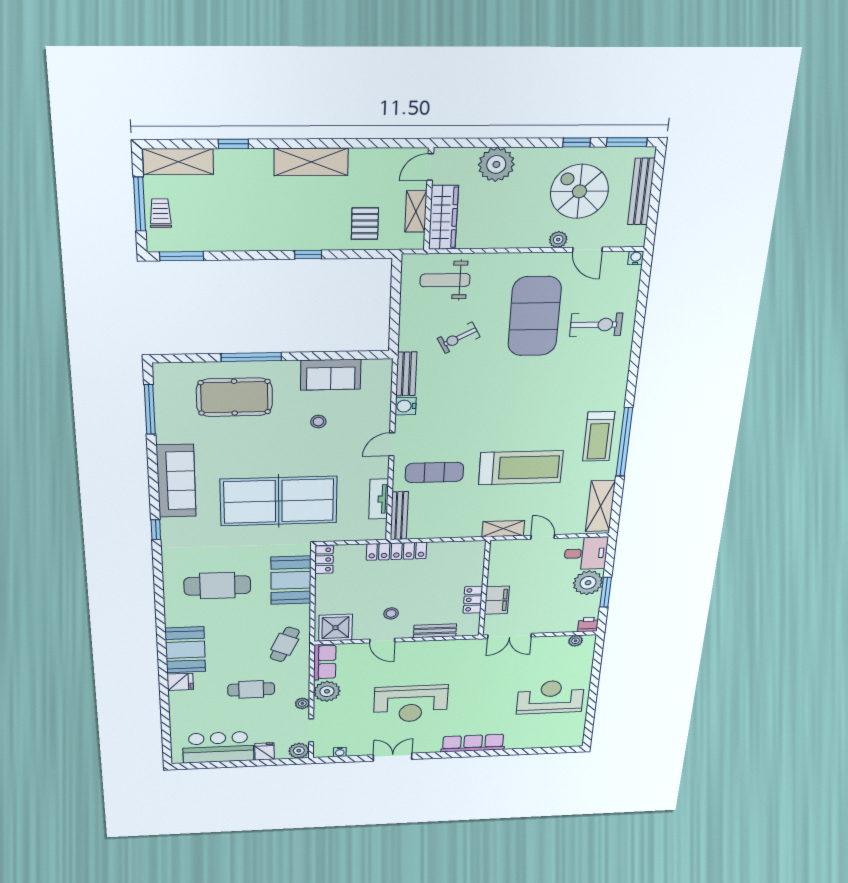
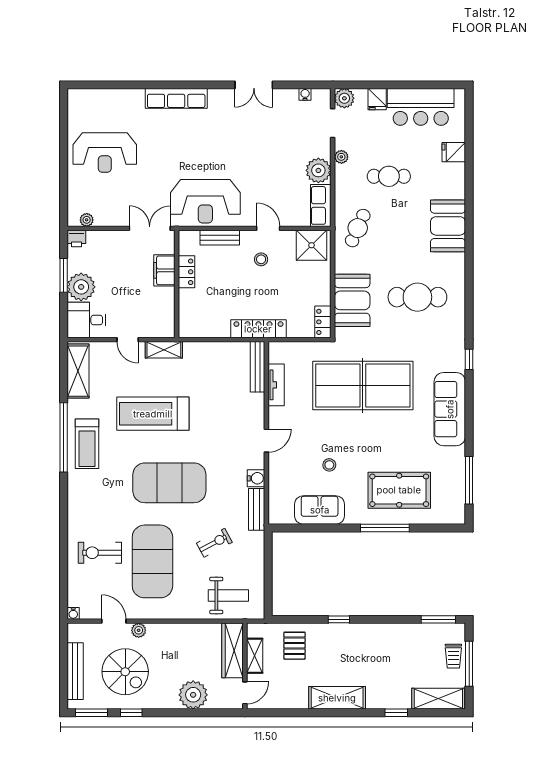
treadmill: (599, 436) -> (87, 444), turned 180
exercise mat: (434, 472) -> (169, 483), moved, width x2.00, depth x1.45
fridge: (180, 682) -> (454, 152), moved
reception desk: (411, 704) -> (205, 201), moved, turned 180

